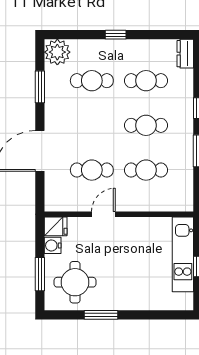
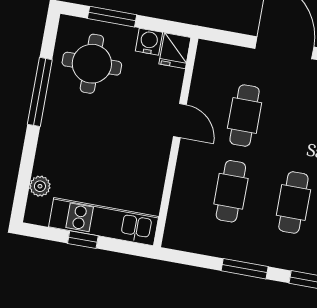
plant: (166, 303) -> (40, 186), added
window: (101, 315) -> (40, 92), width x1.44

